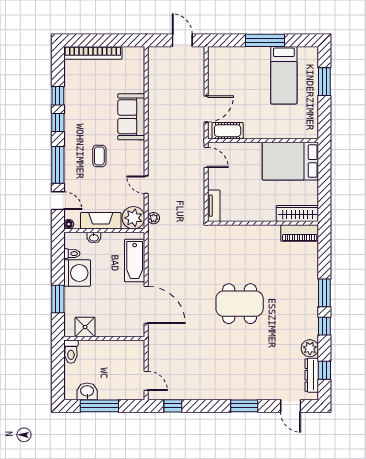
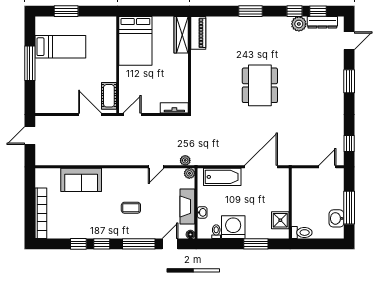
sofa: (131, 117) -> (81, 180), moved
plant: (133, 218) -> (189, 173), width x0.53, depth x0.53
window: (324, 326) -> (294, 11), moved

